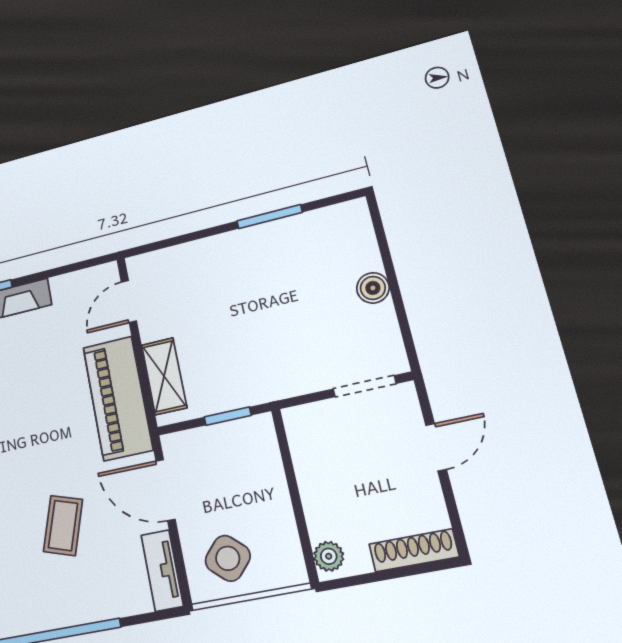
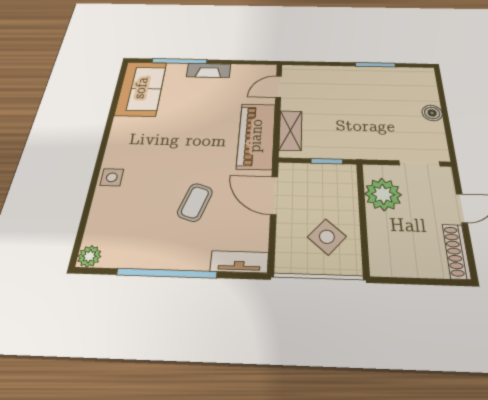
shoe rack: (414, 550) -> (456, 251), moved, turned -90
plant: (329, 556) -> (383, 194), moved, width x1.88, depth x1.88
side table: (228, 558) -> (327, 237), moved
tv unit: (162, 571) -> (239, 262), moved, turned 90

